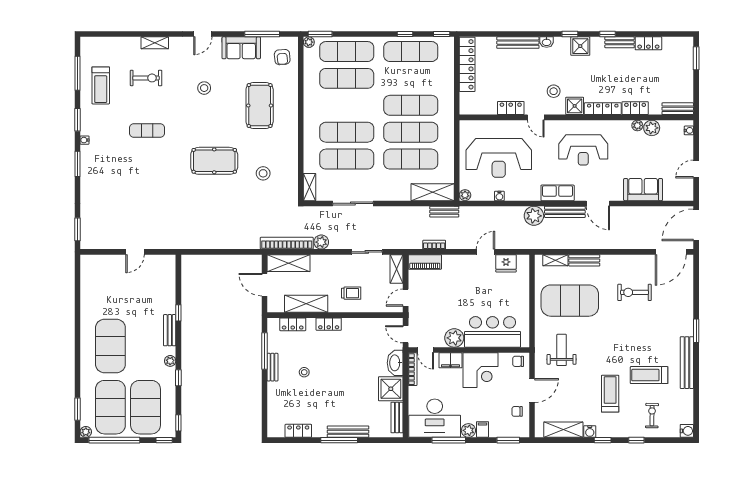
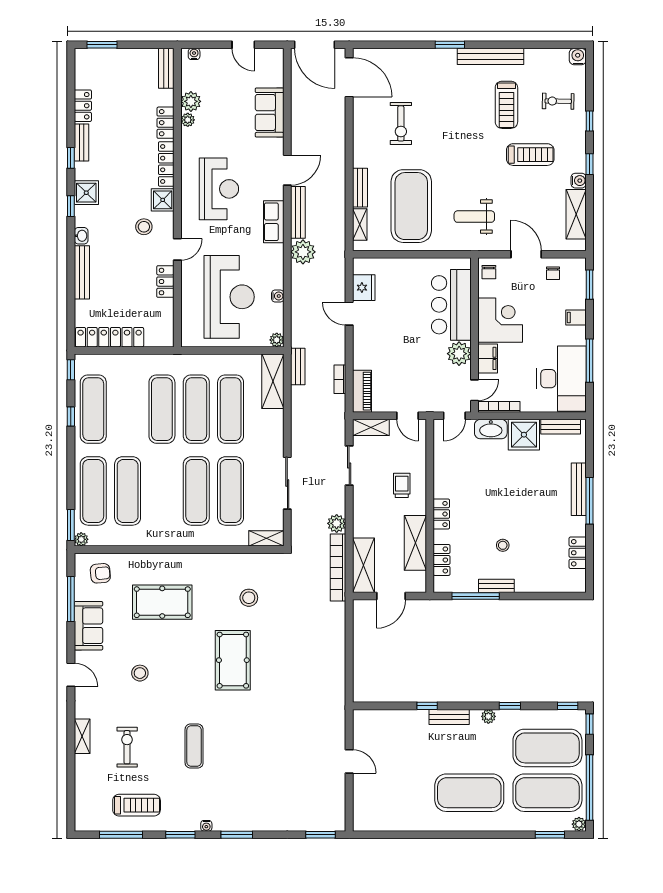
treadmill: (610, 394) -> (530, 155), turned 180
plant: (468, 430) -> (577, 335), removed

